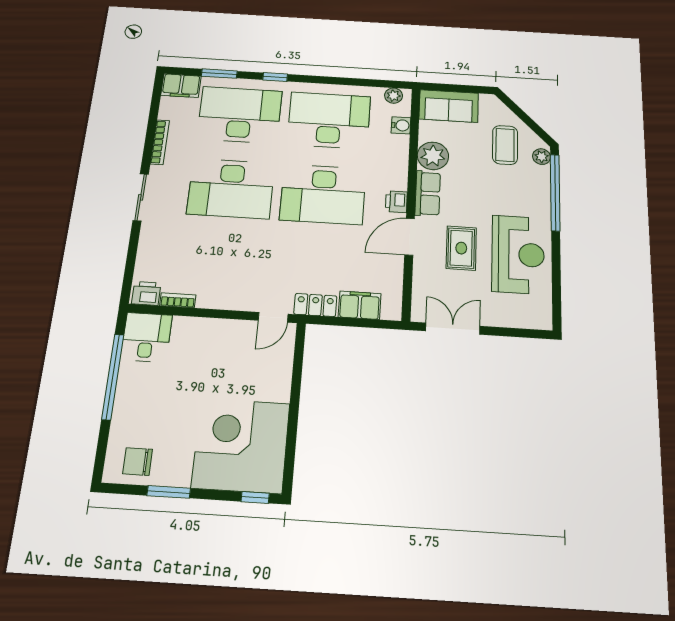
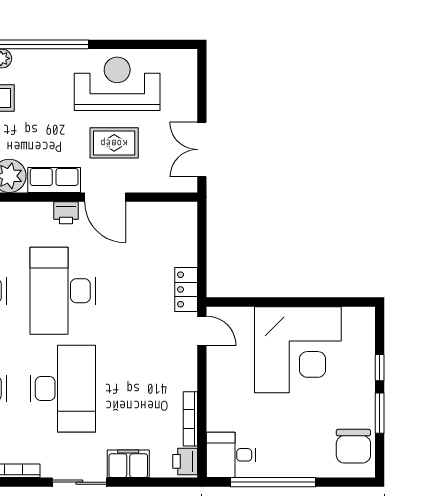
desk: (323, 194) -> (63, 291), turned 180
bookcase: (178, 300) -> (190, 419), width x1.56
filing cabinet: (360, 305) -> (128, 464), moved, turned 90
corner desk: (241, 445) -> (298, 350), moved, turned -90
chair: (138, 462) -> (353, 446), width x1.37, depth x1.37
window: (255, 497) -> (380, 368), moved

